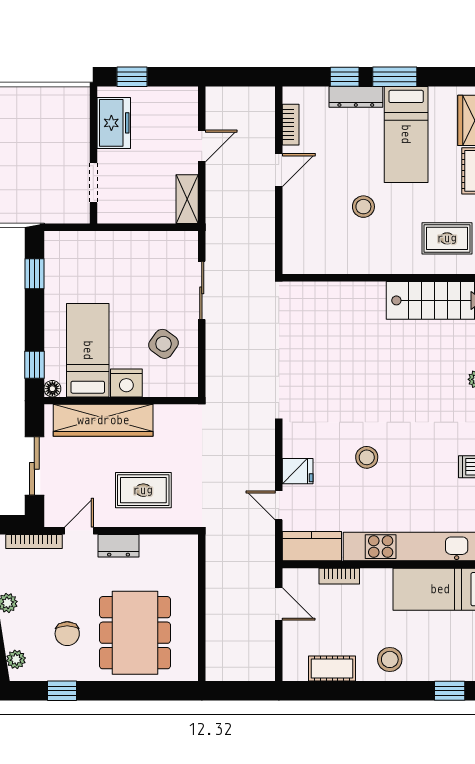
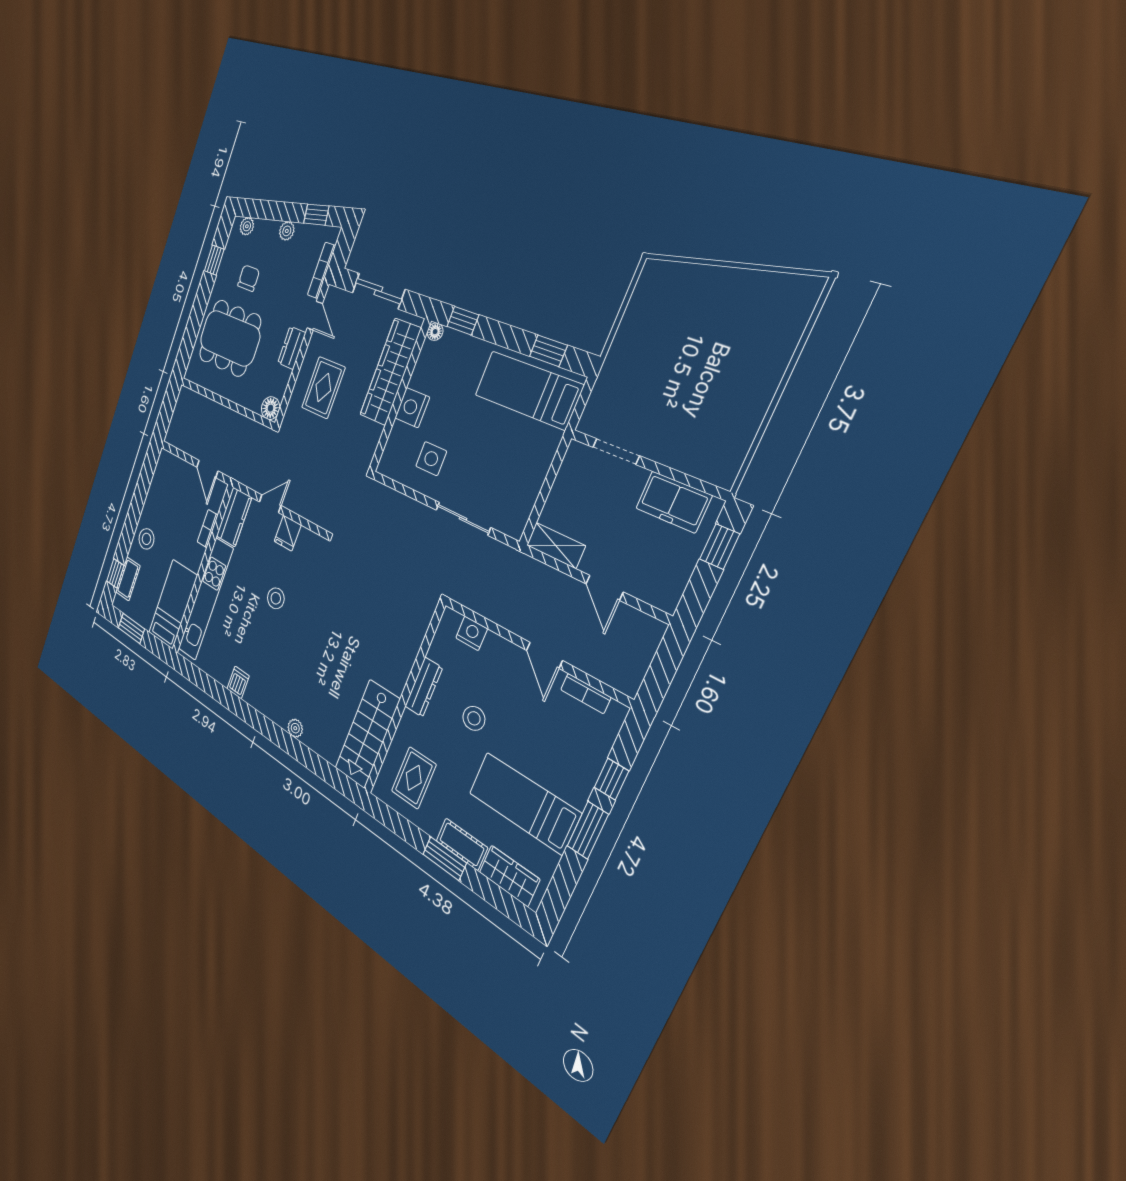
dresser: (356, 97) -> (424, 687), moved, turned 180
nightstand: (294, 240) -> (472, 633), added
side table: (164, 344) -> (431, 459), turned -36
bed: (88, 350) -> (528, 390), moved, turned 180
floor lamp: (186, 547) -> (270, 408), added
door: (279, 604) -> (207, 469), hinge flipped
chair: (67, 634) -> (249, 278), turned 90
cot: (332, 669) -> (128, 579), moved

